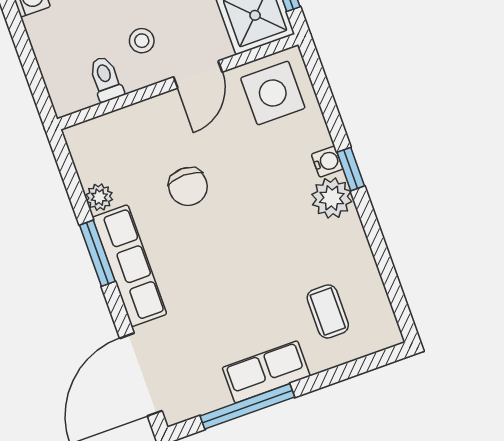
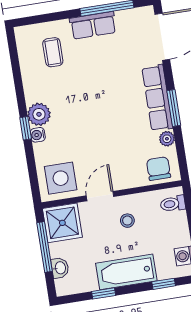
toilet: (106, 79) -> (173, 204), moved, turned 90
chair: (188, 187) -> (159, 169), moved

